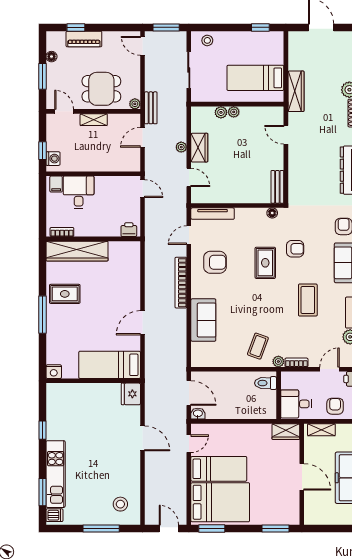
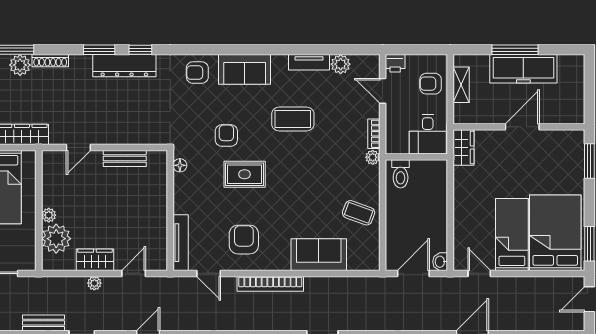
plant: (221, 112) -> (56, 239), width x1.87, depth x1.87
bench: (277, 187) -> (125, 159), moved
coffee table: (258, 346) -> (359, 213), moved
shelving: (321, 430) -> (461, 85), moved

